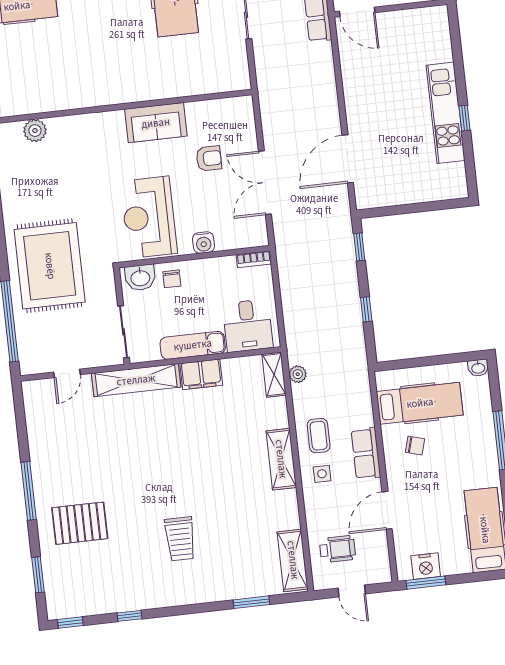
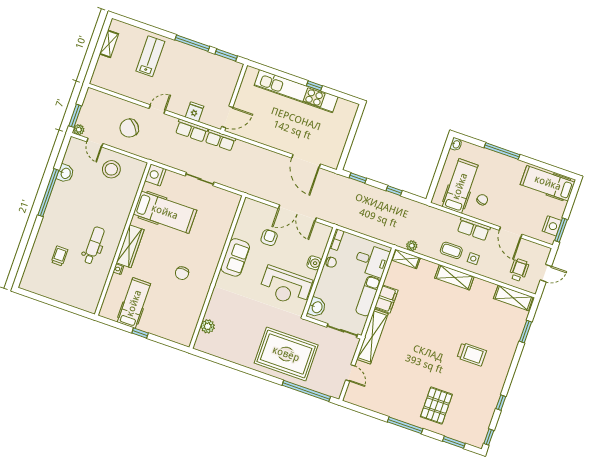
chair: (95, 55) -> (182, 273), added
kitchen unit: (445, 113) -> (296, 91), width x1.36
chair: (172, 279) -> (331, 262), moved

